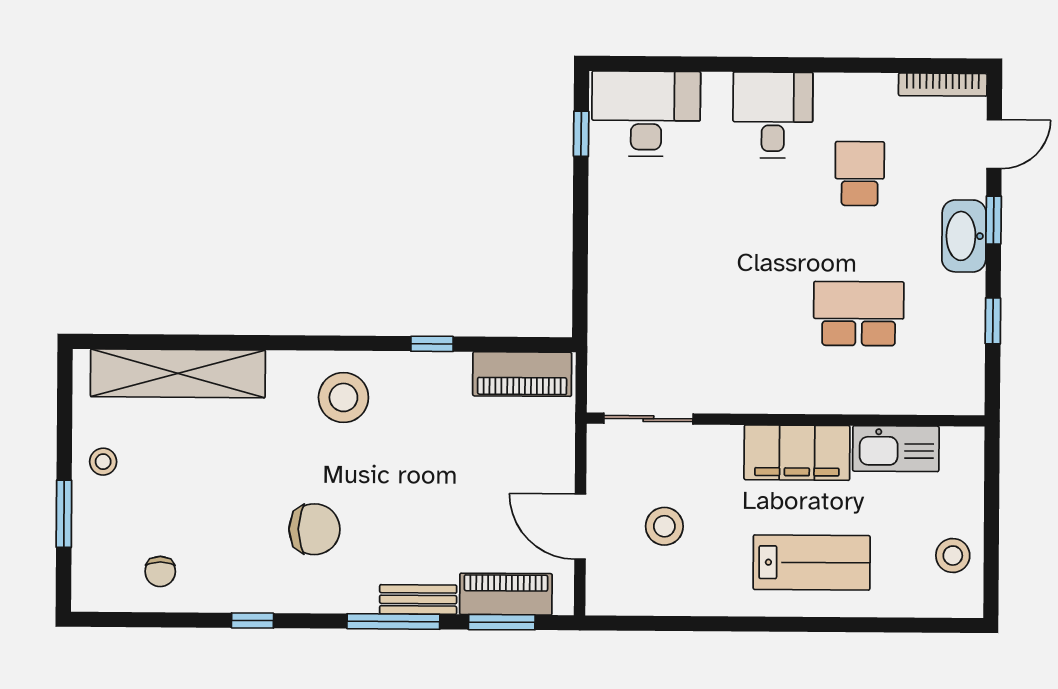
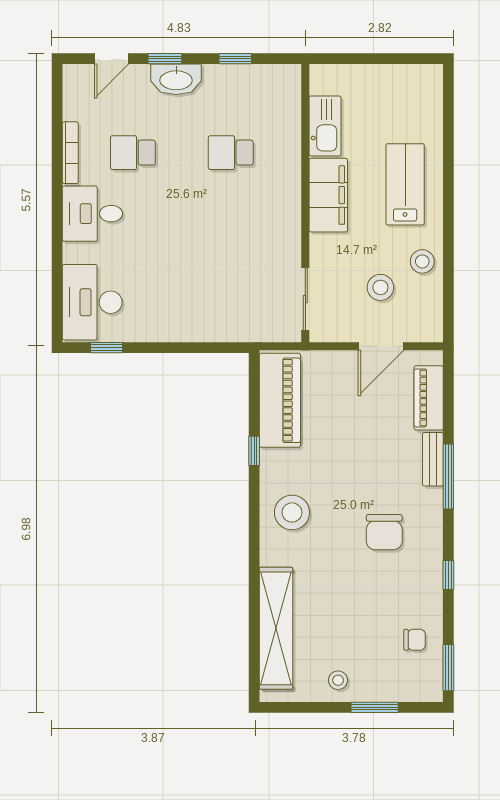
bookcase: (943, 85) -> (70, 153), moved
door: (994, 144) -> (112, 59), swing flipped
school desk: (859, 314) -> (231, 153), width x0.54
piano: (522, 374) -> (280, 400), width x1.37, depth x1.33
chair: (314, 529) -> (384, 532), turned 180
stool: (953, 556) -> (422, 261), moved
window: (502, 622) -> (448, 668), moved

